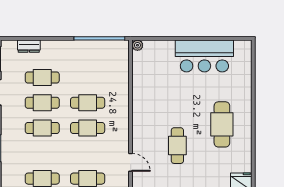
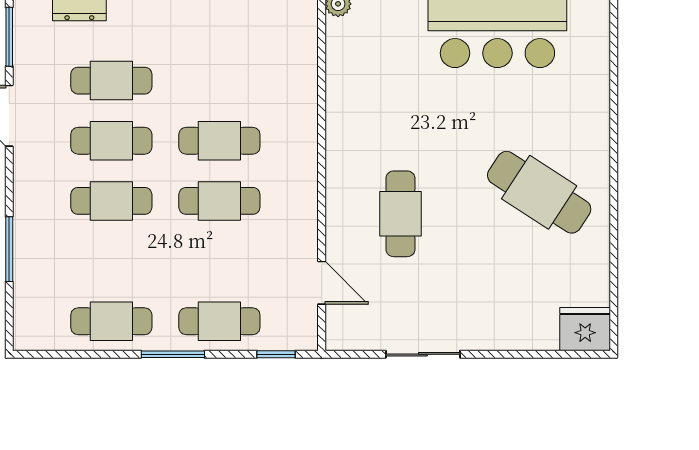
cafe table: (222, 124) -> (539, 192), turned -57
cafe table: (177, 146) -> (400, 214), moved

